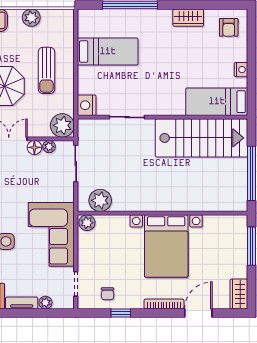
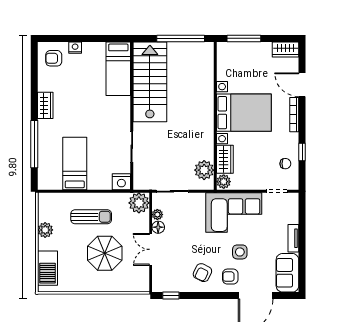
wardrobe: (188, 18) -> (45, 105), moved
armchair: (229, 27) -> (54, 58), turned 180
nightstand: (241, 70) -> (75, 48), moved
wardrobe: (113, 224) -> (225, 159), added
plant: (45, 303) -> (293, 218), removed

